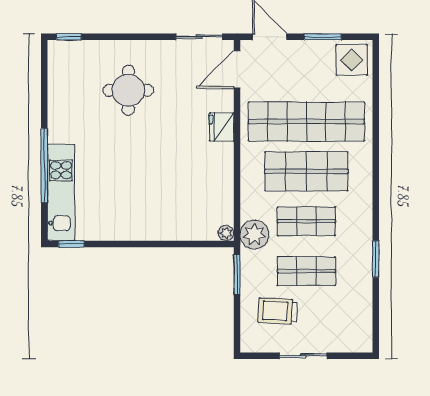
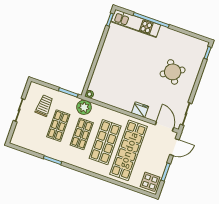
round table: (128, 90) -> (173, 72), turned -31

